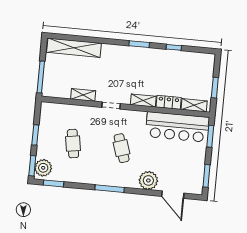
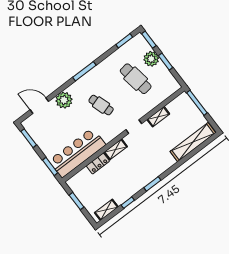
shelving: (194, 105) -> (106, 210), moved
cafe table: (73, 144) -> (136, 79), width x1.37, depth x1.35
plant: (43, 168) -> (151, 59), moved

